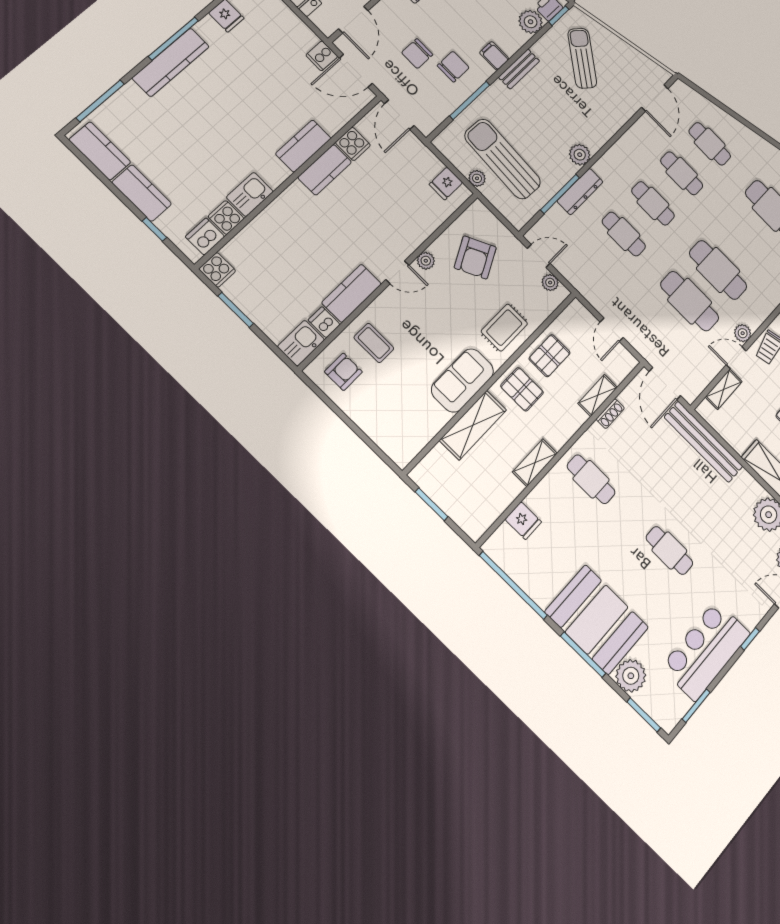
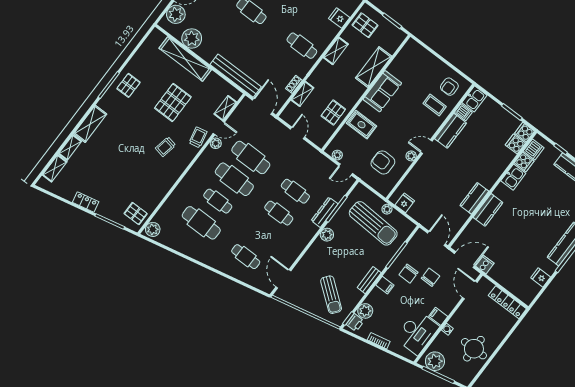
cooker: (353, 144) -> (515, 144), moved
cafe table: (682, 173) -> (218, 201), moved
armchair: (475, 257) -> (383, 162), turned -63
rug: (504, 328) -> (362, 125), turned 90
pallet: (522, 389) -> (365, 25), moved

